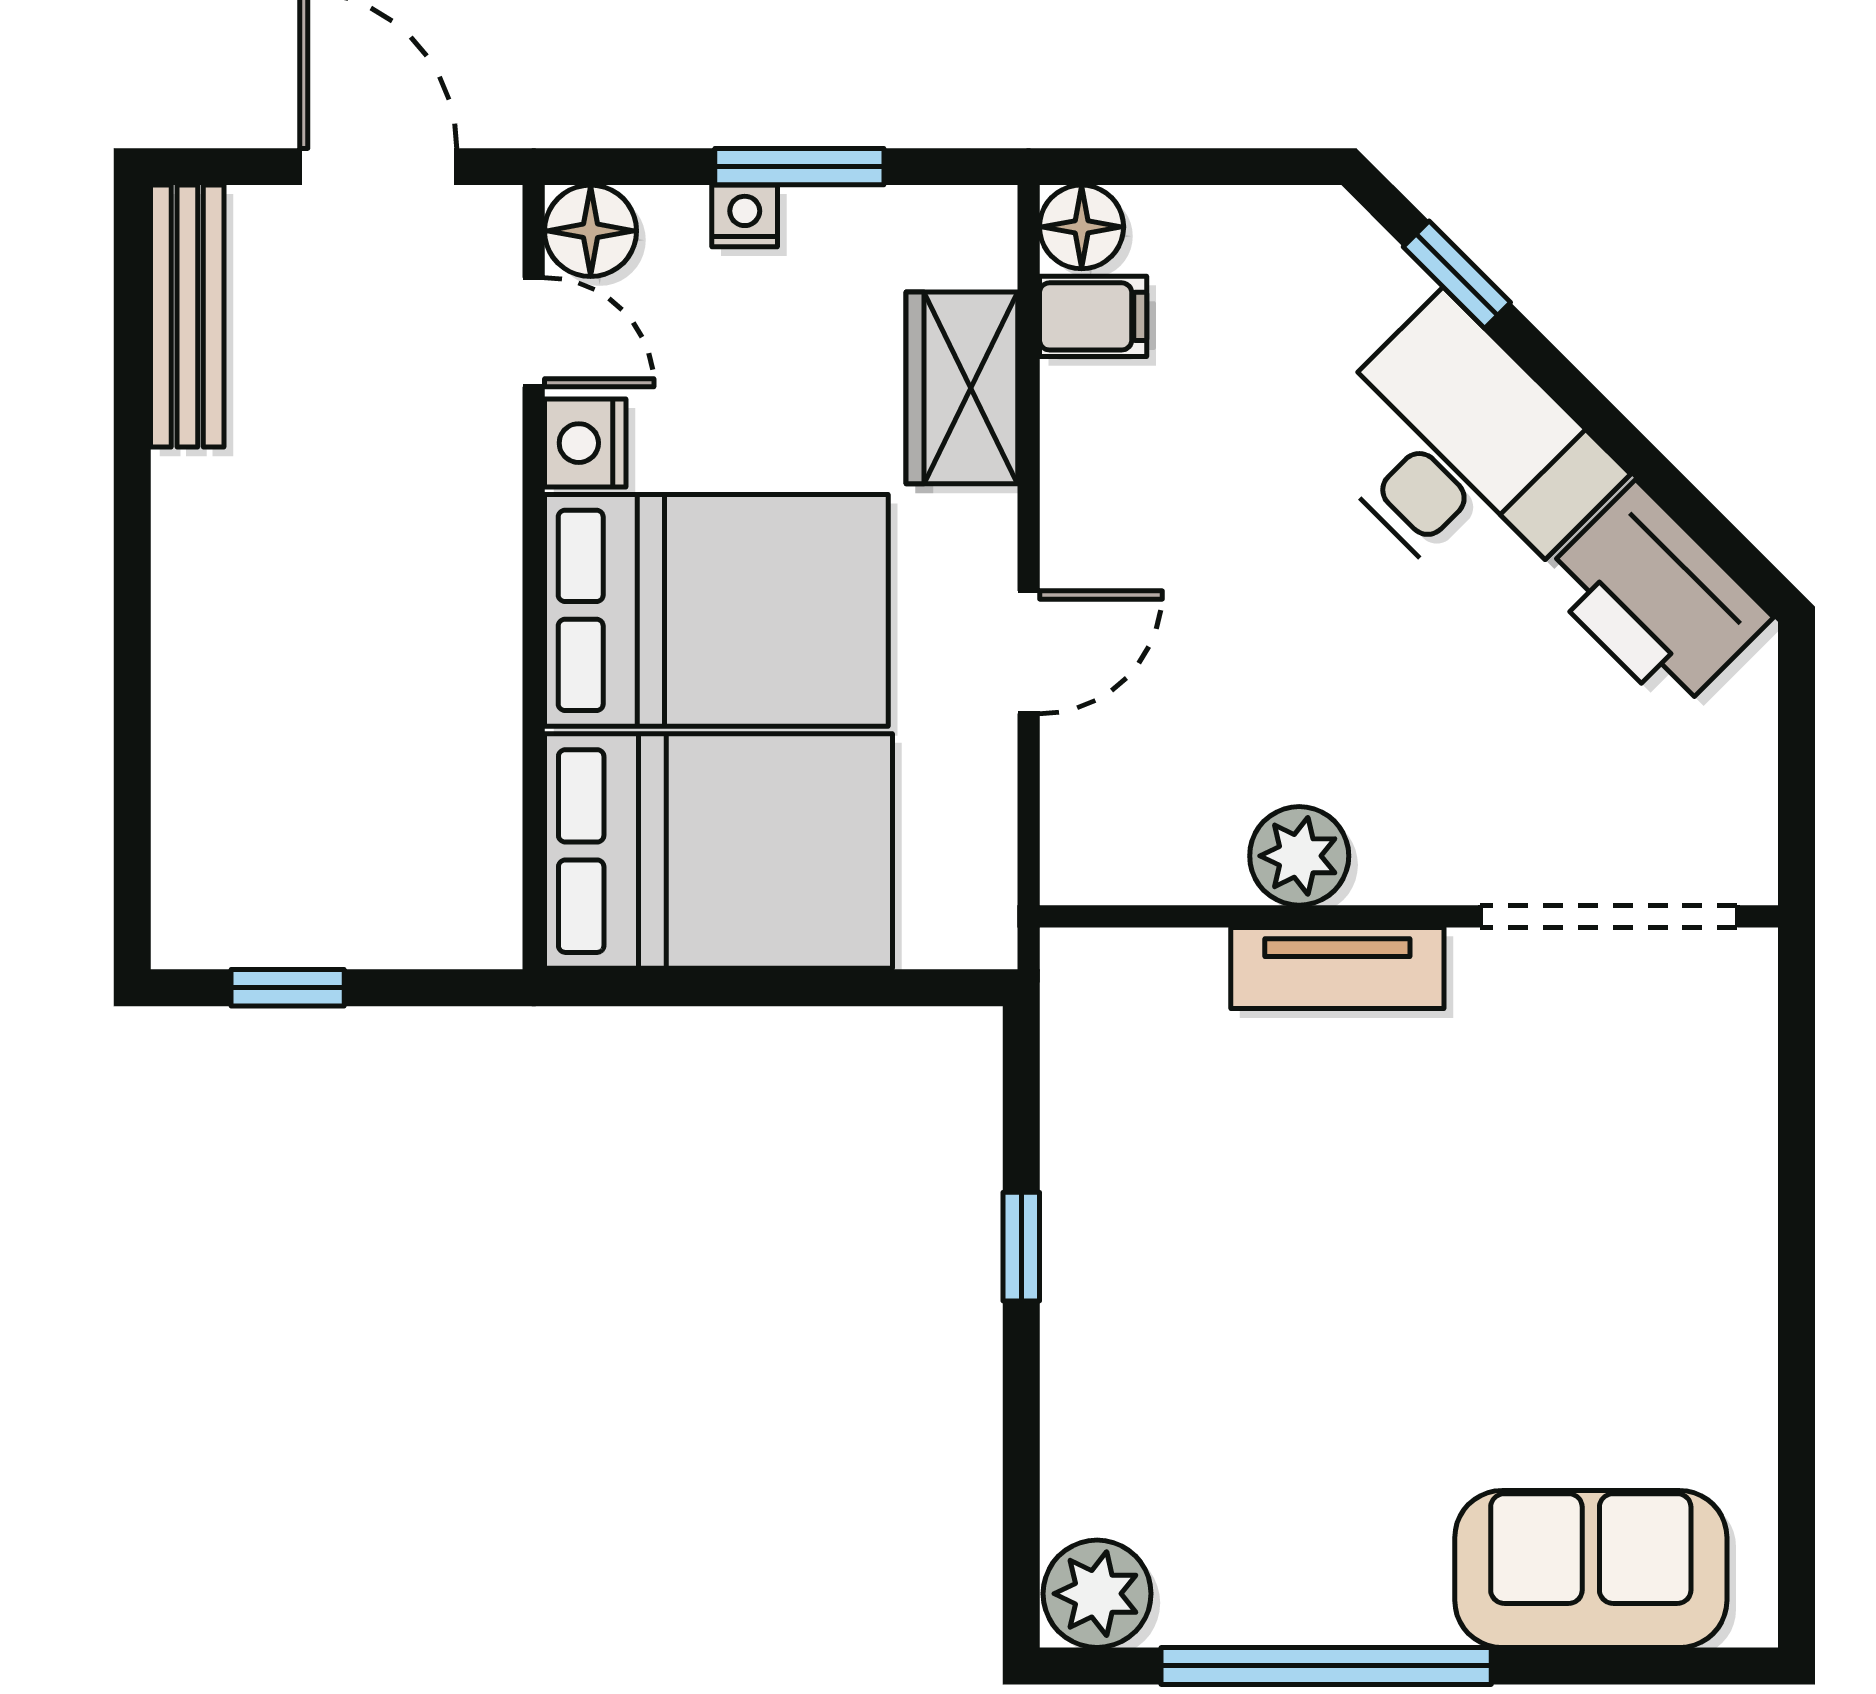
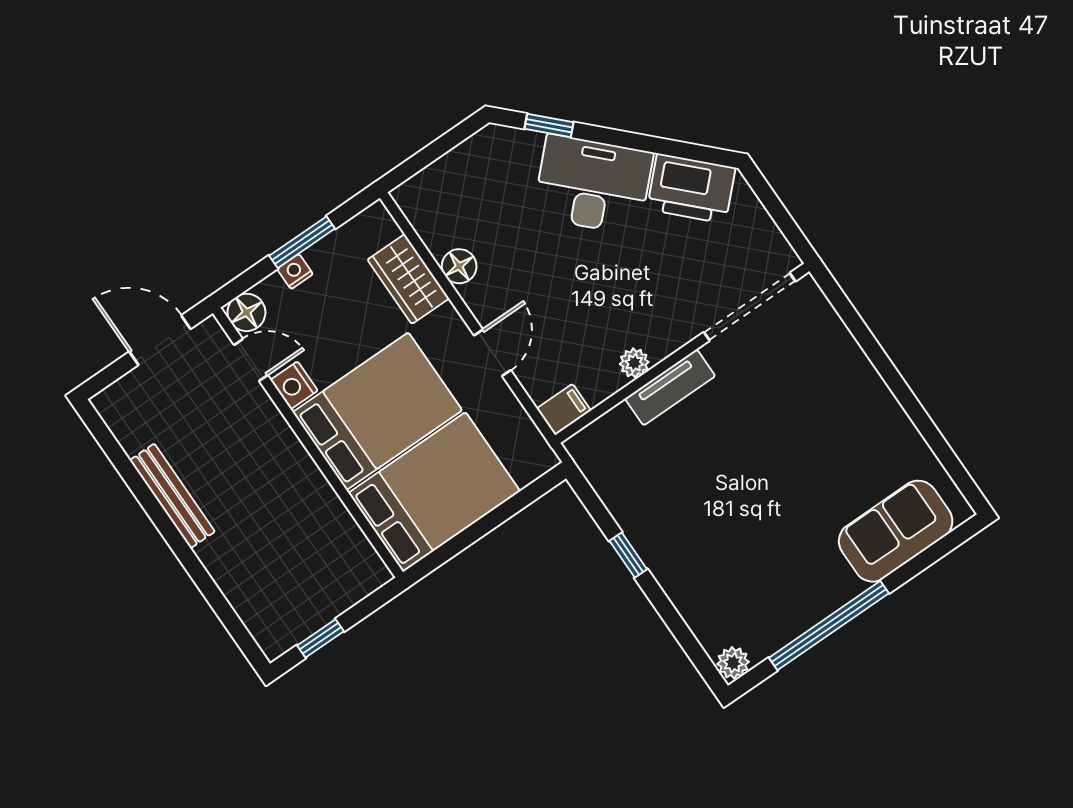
floor lamp: (1082, 227) -> (459, 266), moved
bench: (187, 316) -> (172, 496), moved
filing cabinet: (1093, 316) -> (564, 409), moved
plant: (1299, 856) -> (634, 363), width x0.73, depth x0.73
plant: (1097, 1594) -> (733, 663), width x0.73, depth x0.73

